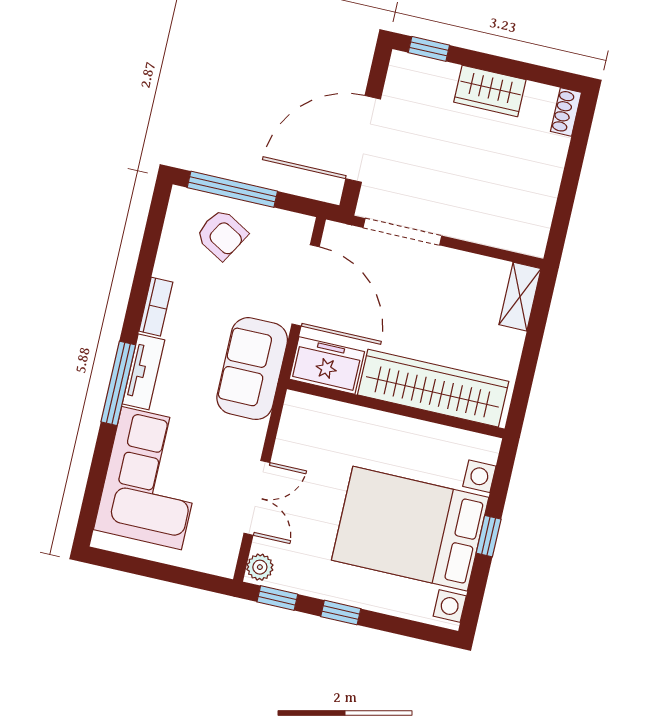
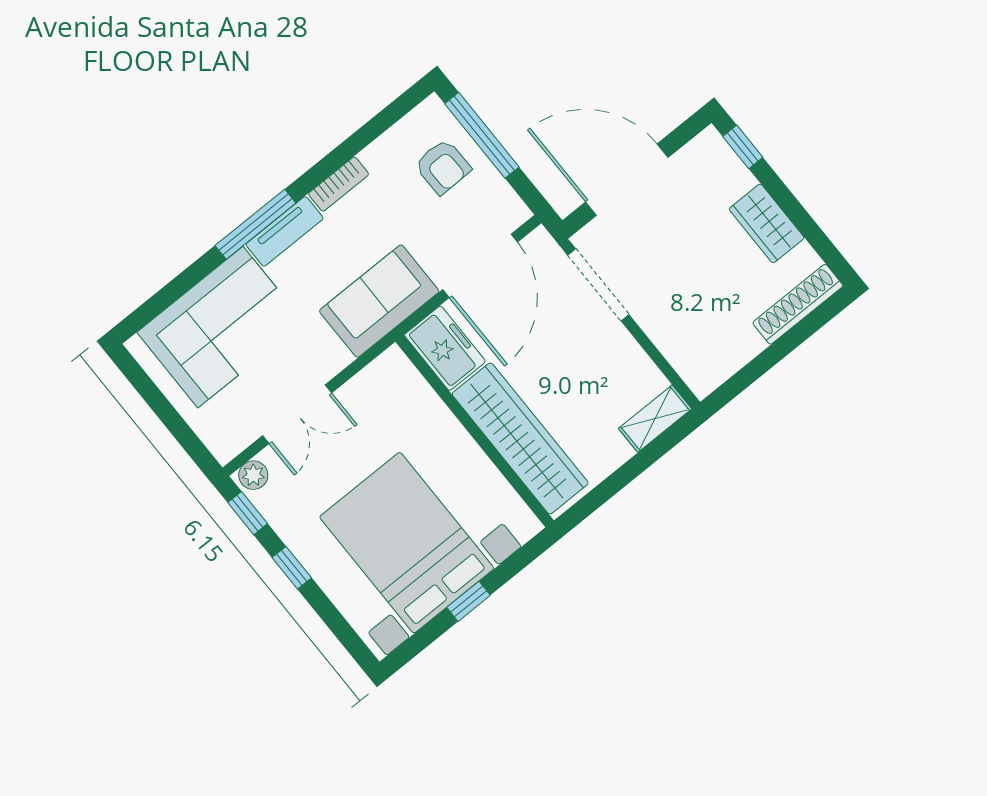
shoe rack: (566, 112) -> (798, 304), width x1.94, depth x1.24
armchair: (222, 235) -> (443, 167), turned -31

